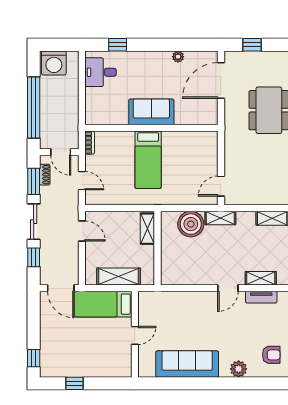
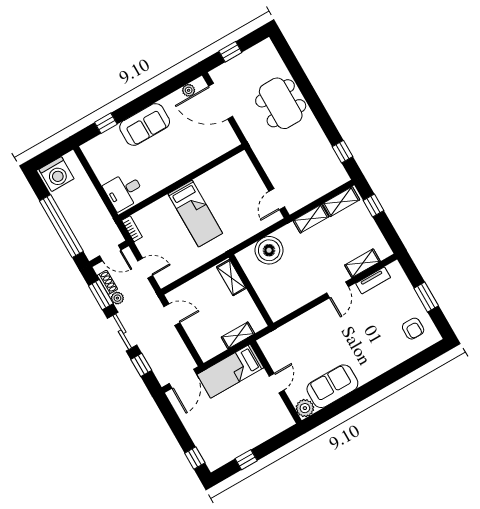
plant: (178, 57) -> (189, 90), moved
desk: (101, 72) -> (124, 191), moved
door: (221, 81) -> (221, 101), hinge flipped
sofa: (151, 112) -> (145, 124), moved, turned 180
plant: (45, 192) -> (117, 298), added
shelving: (220, 218) -> (311, 219), moved
shelving: (119, 276) -> (238, 335), width x0.67, depth x0.75
door: (61, 288) -> (183, 379), hinge flipped
armchair: (271, 355) -> (413, 329), turned 90
sofa: (187, 364) -> (332, 386), width x0.73
plant: (239, 369) -> (305, 408), moved

